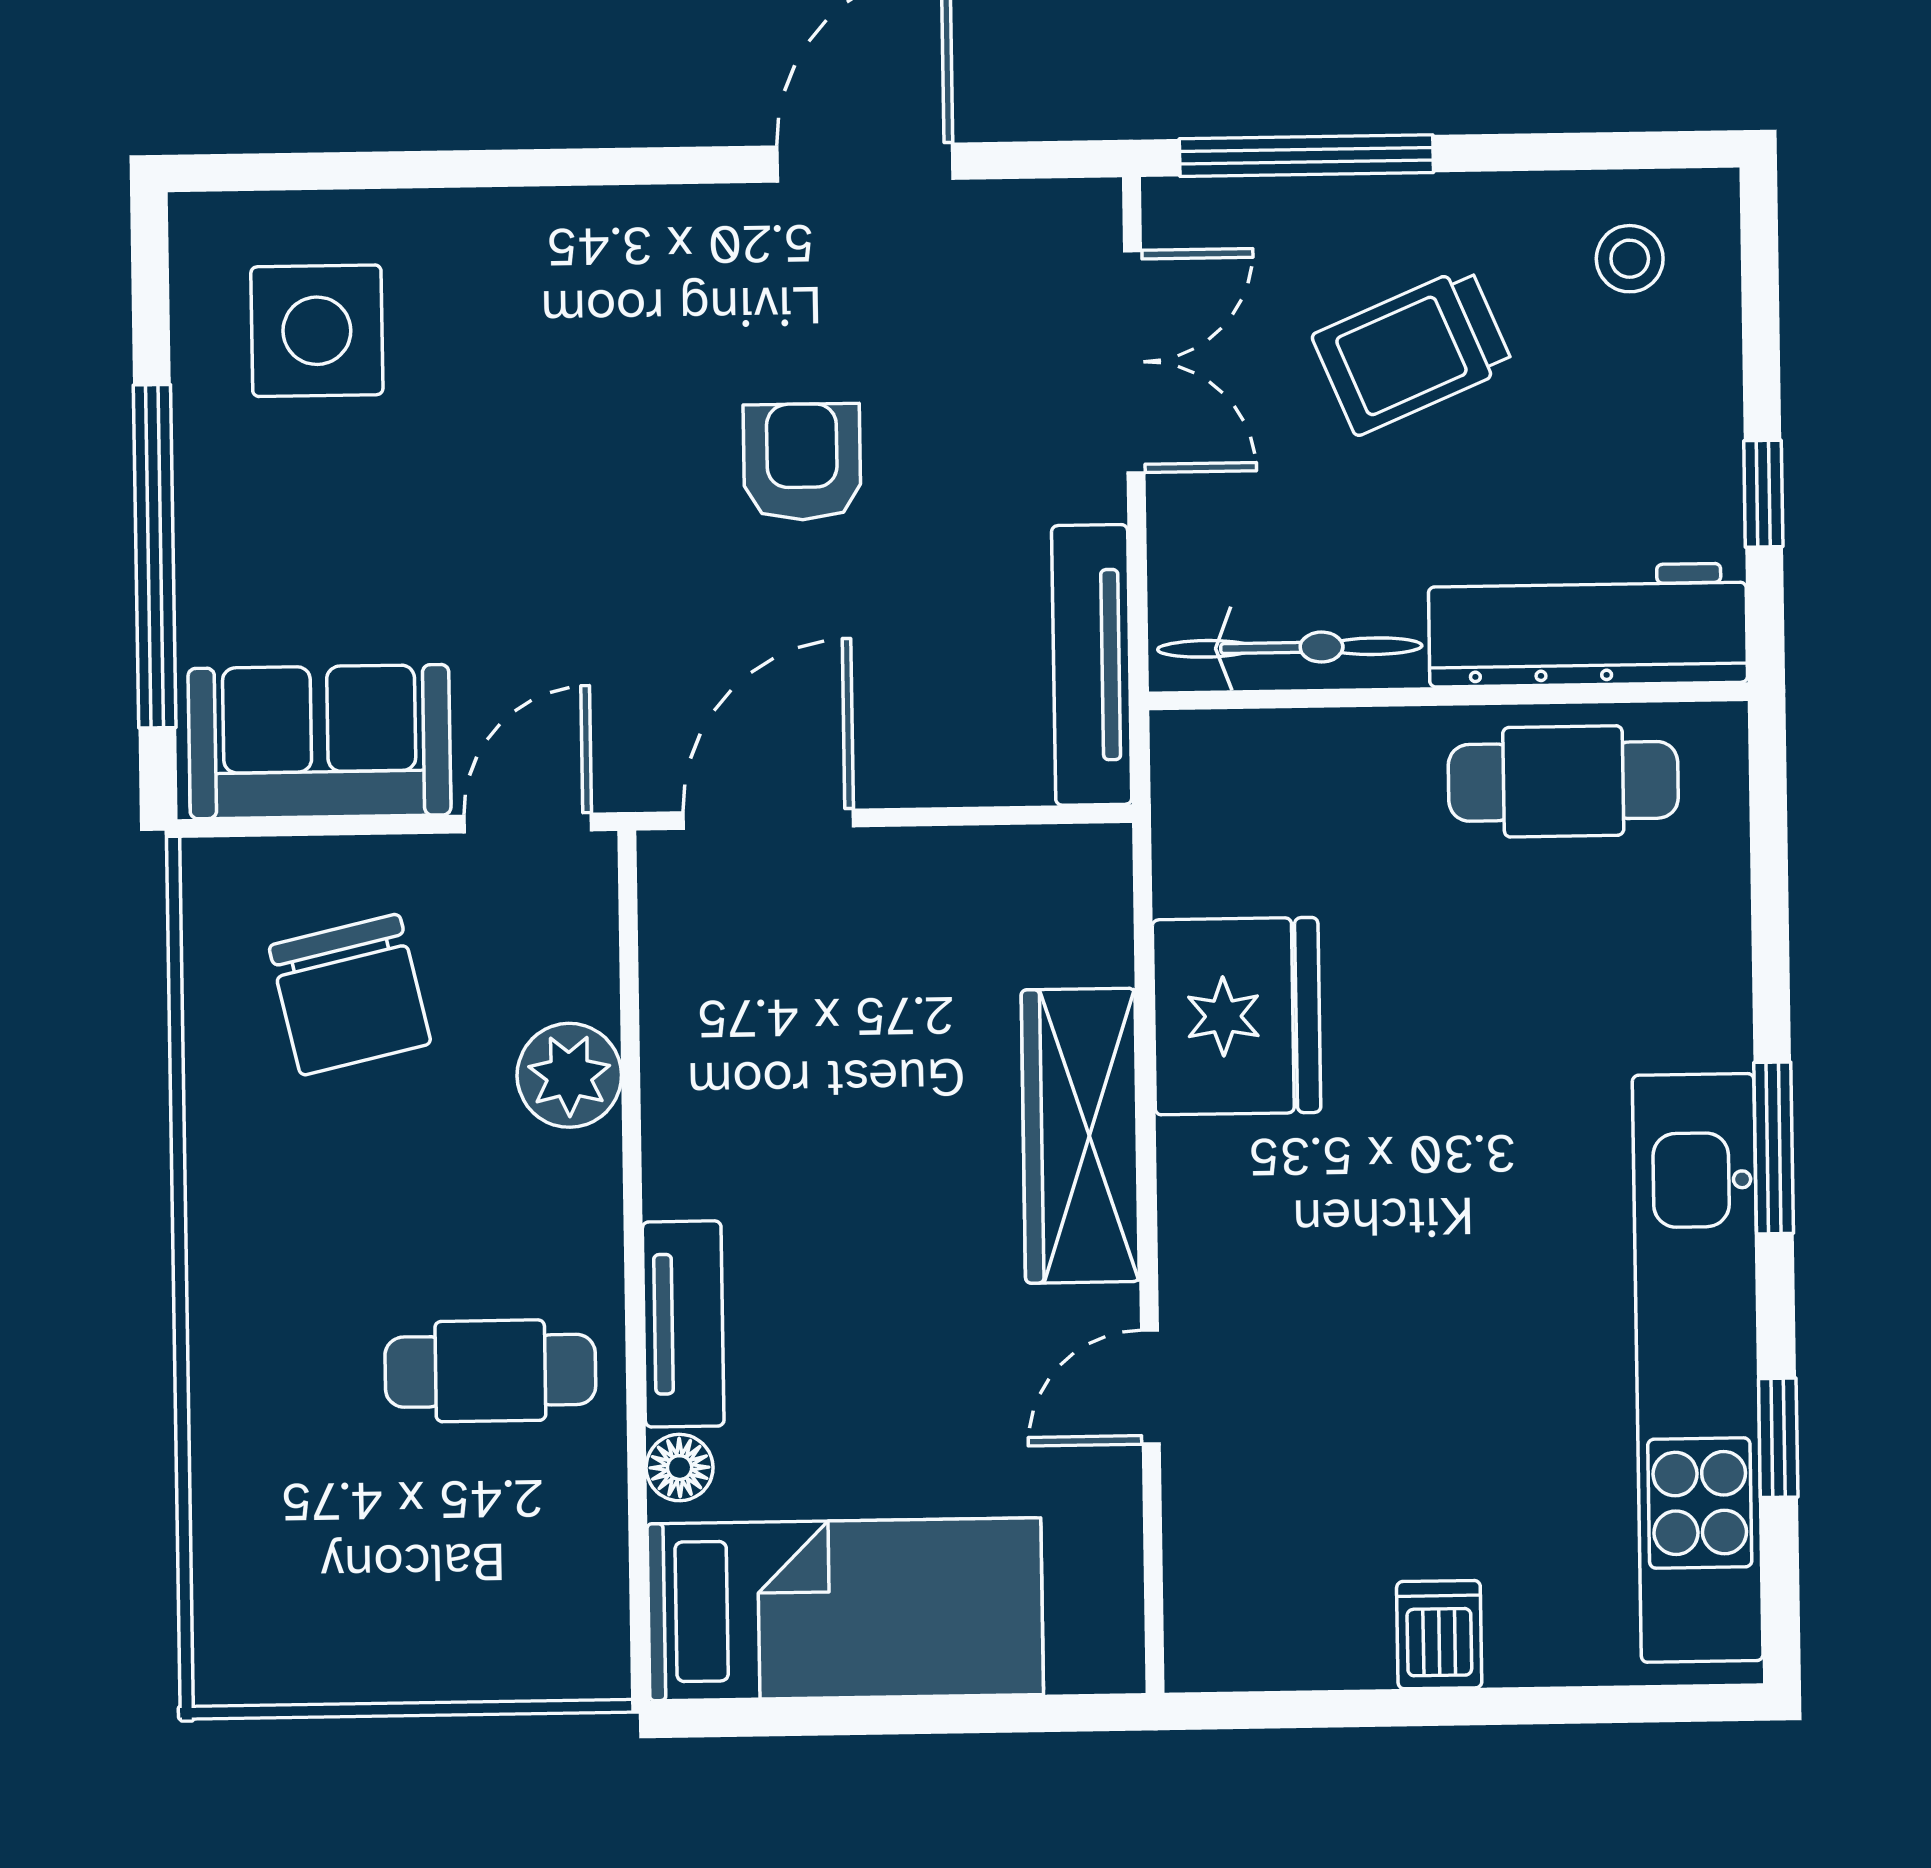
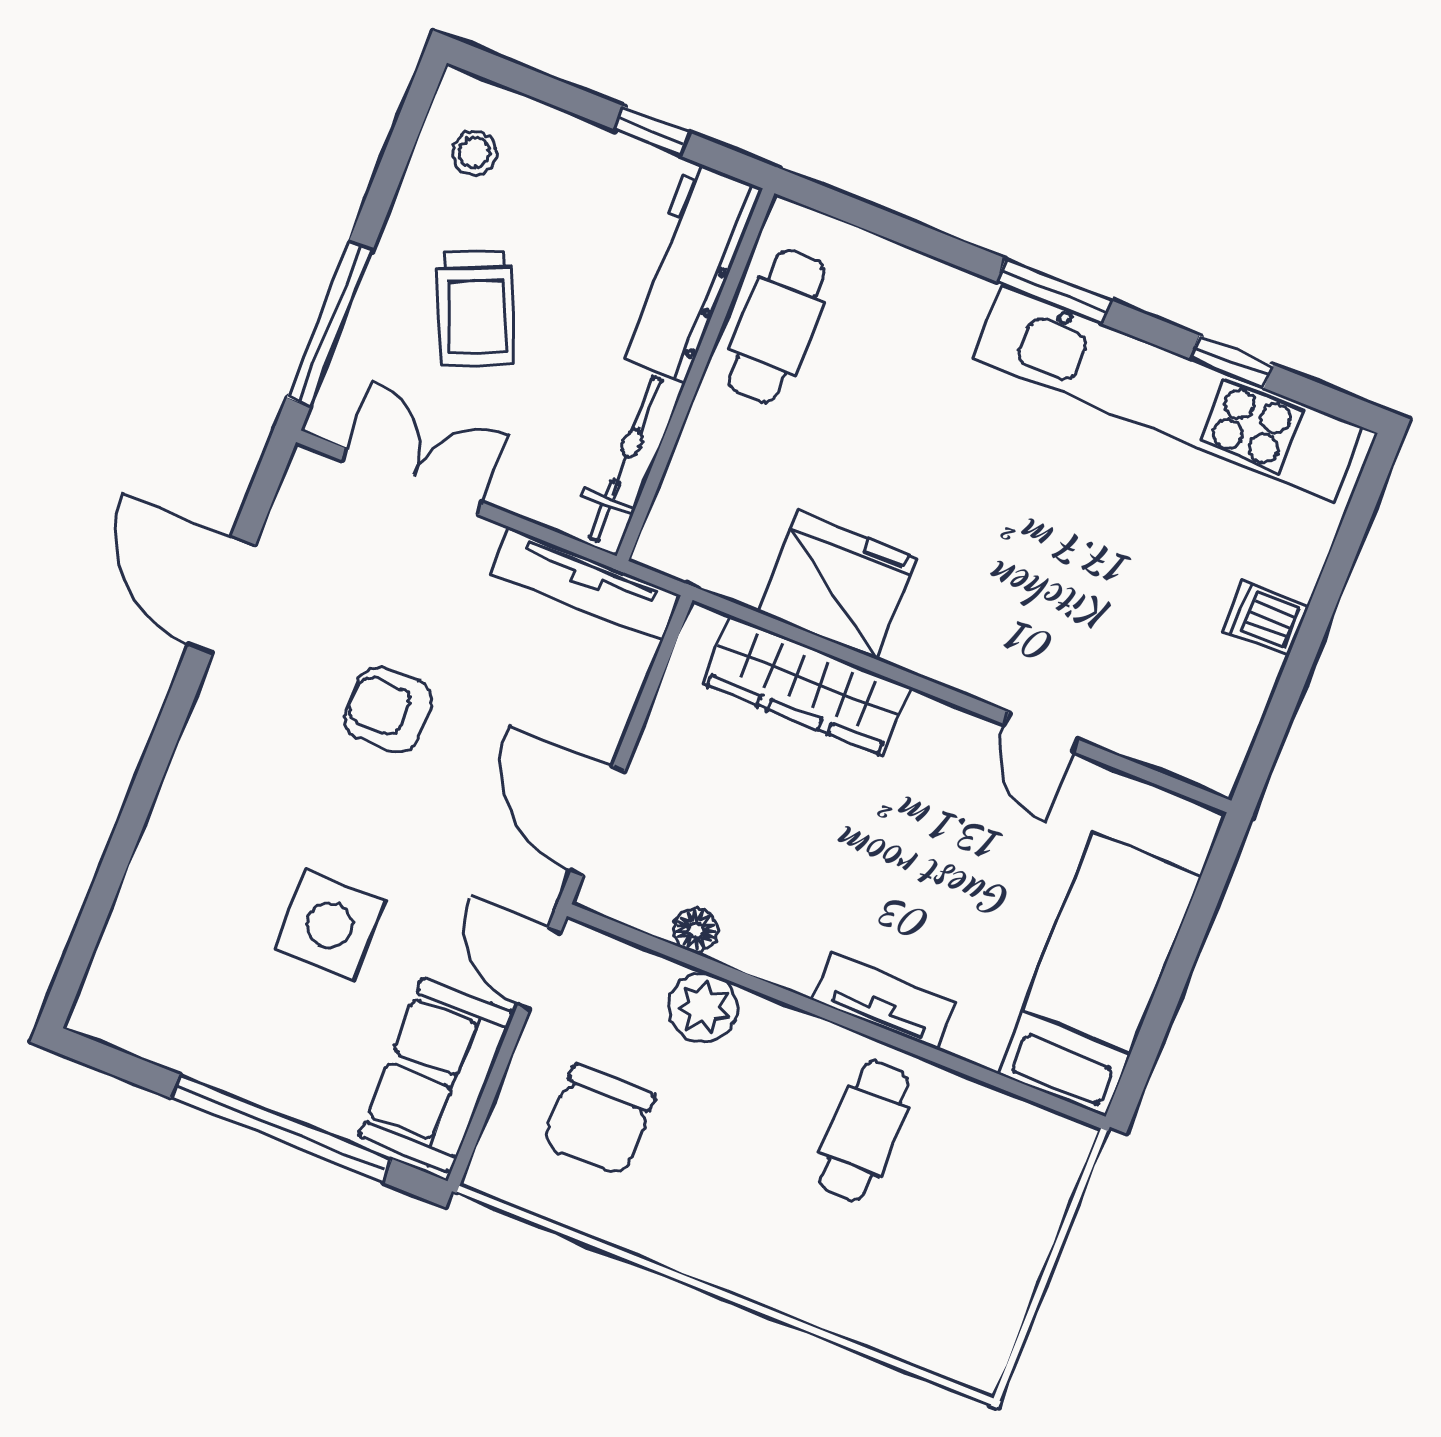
side table: (317, 331) -> (330, 925), moved
chair: (350, 995) -> (599, 1121), turned 103
wardrobe: (1080, 1136) -> (806, 685), moved
floor lamp: (680, 1468) -> (696, 930), moved

